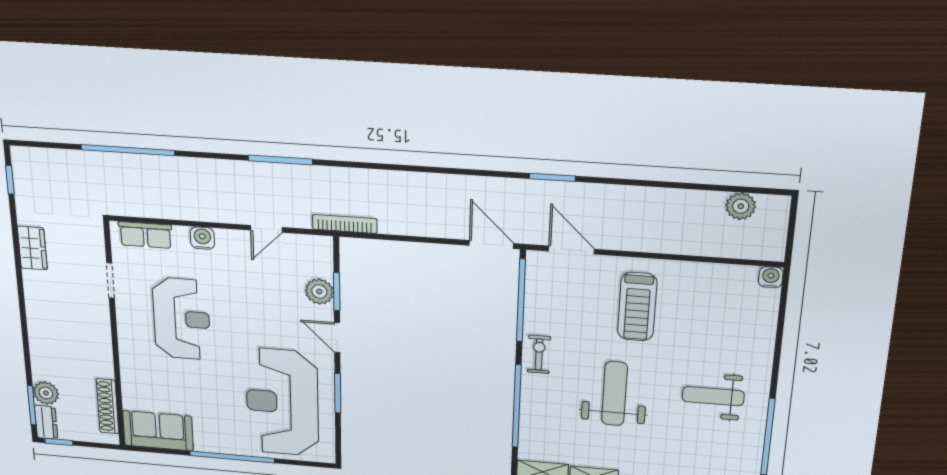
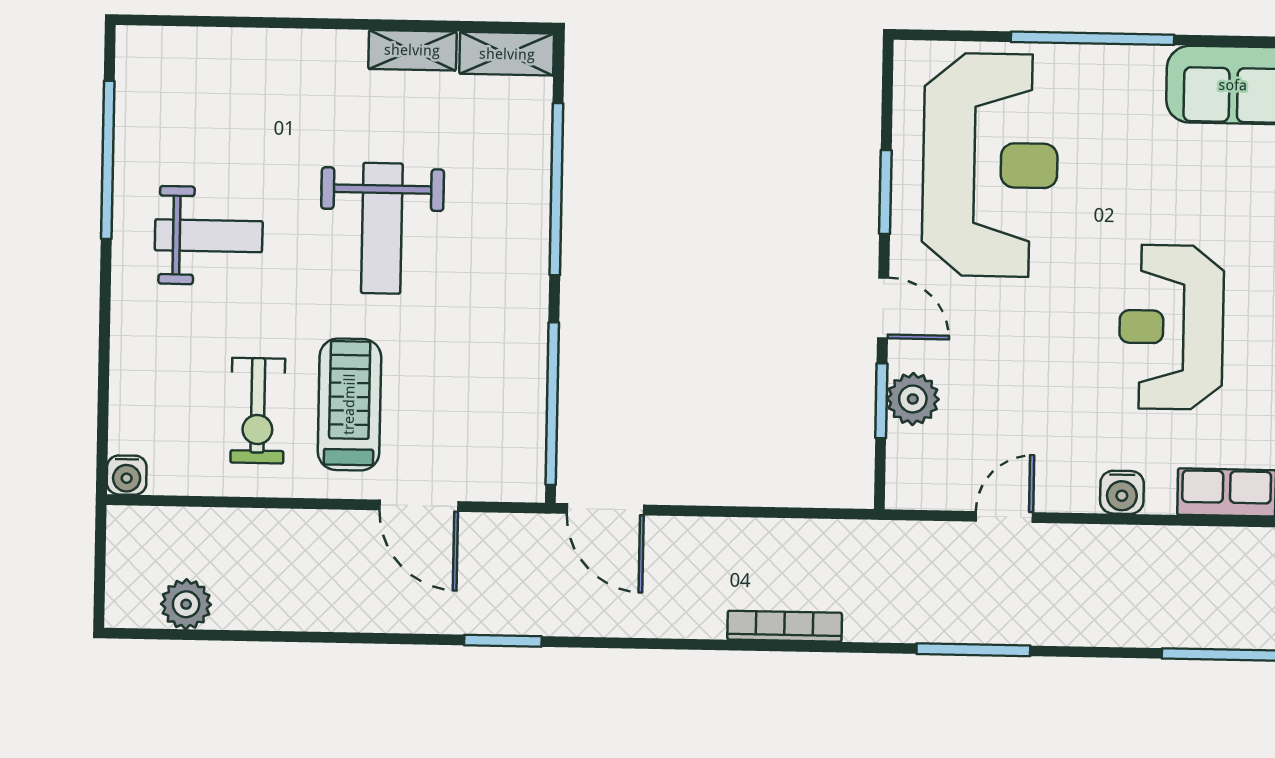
bookcase: (345, 224) -> (785, 626), moved, turned 180
door: (571, 250) -> (419, 506), moved
exercise bike: (539, 354) -> (258, 411), moved, width x1.38, depth x1.39

